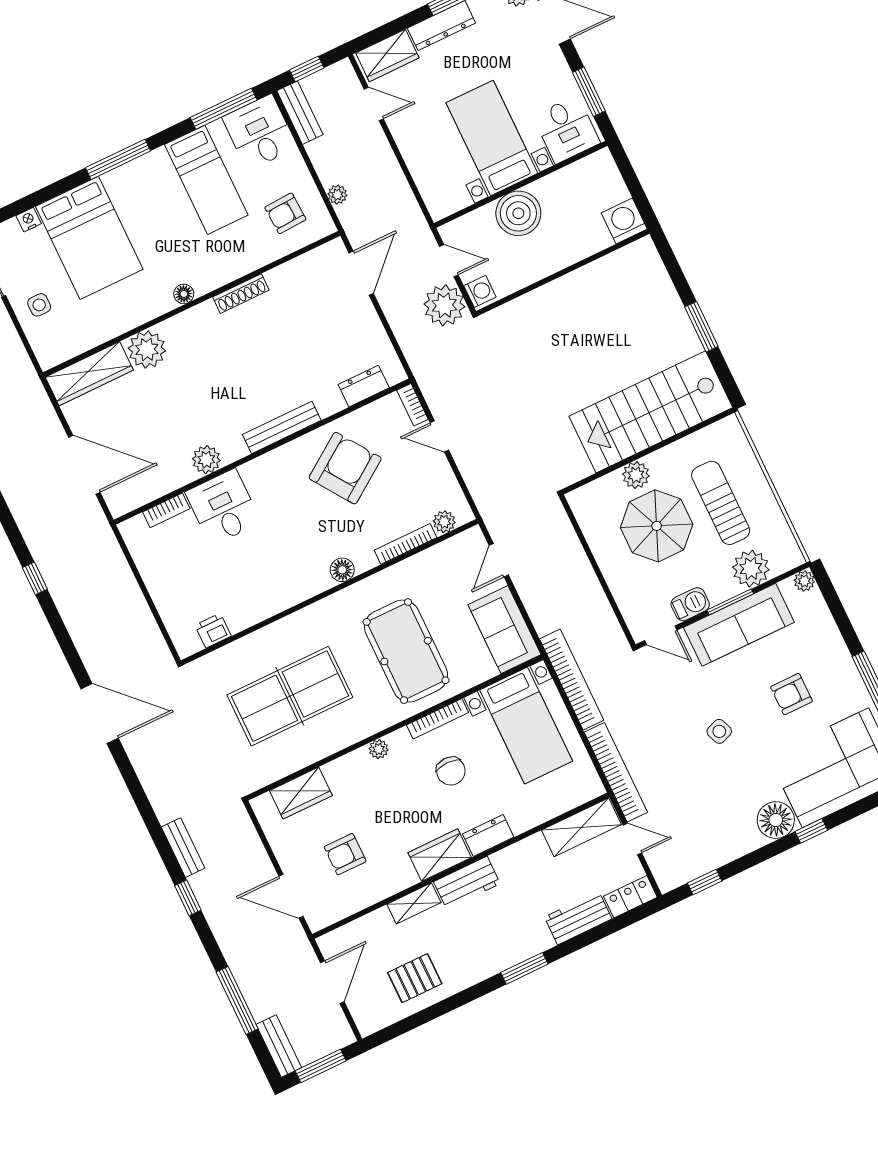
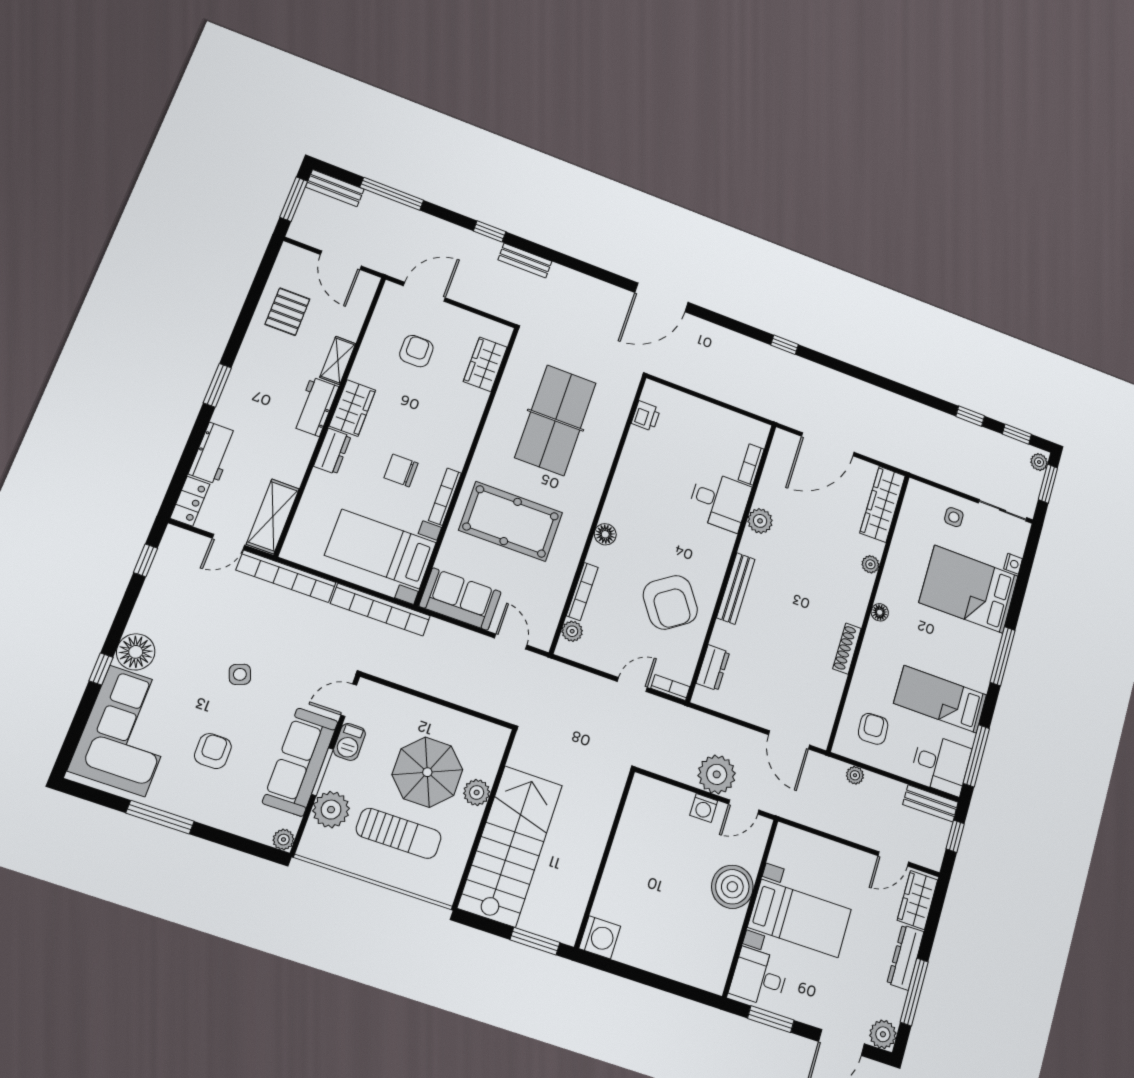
washing machine: (624, 221) -> (600, 937), moved
wall: (563, 273) -> (605, 858), moved
plant: (147, 349) -> (870, 564), width x0.53, depth x0.53
plant: (379, 749) -> (464, 440), removed

